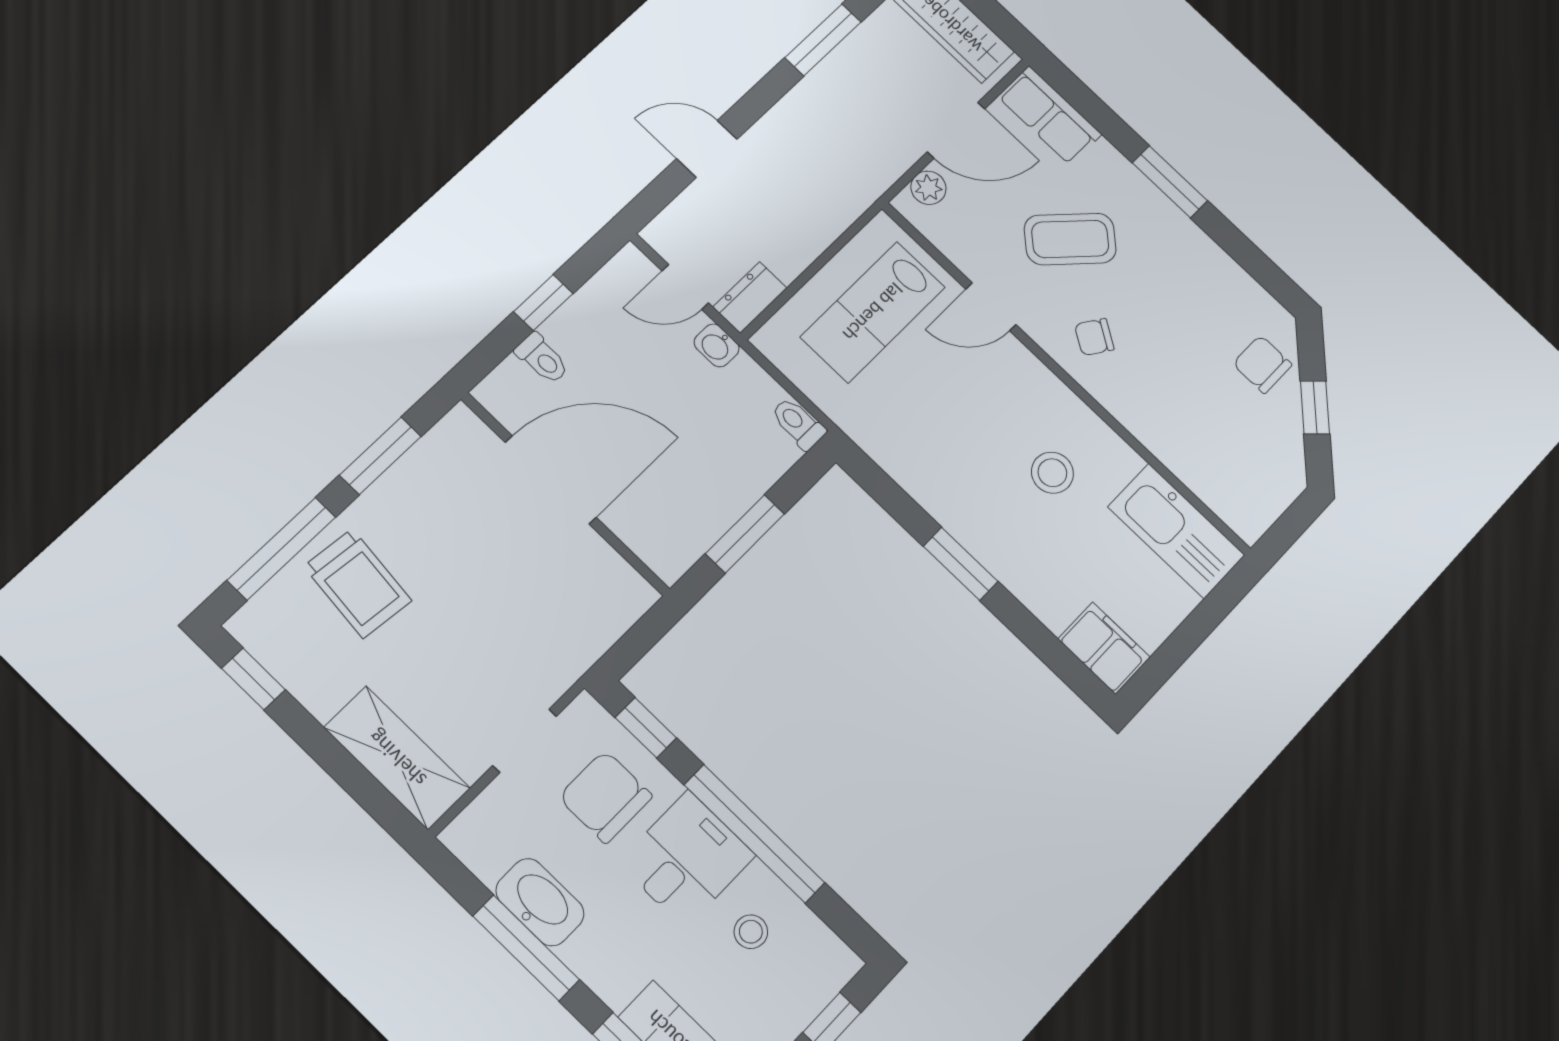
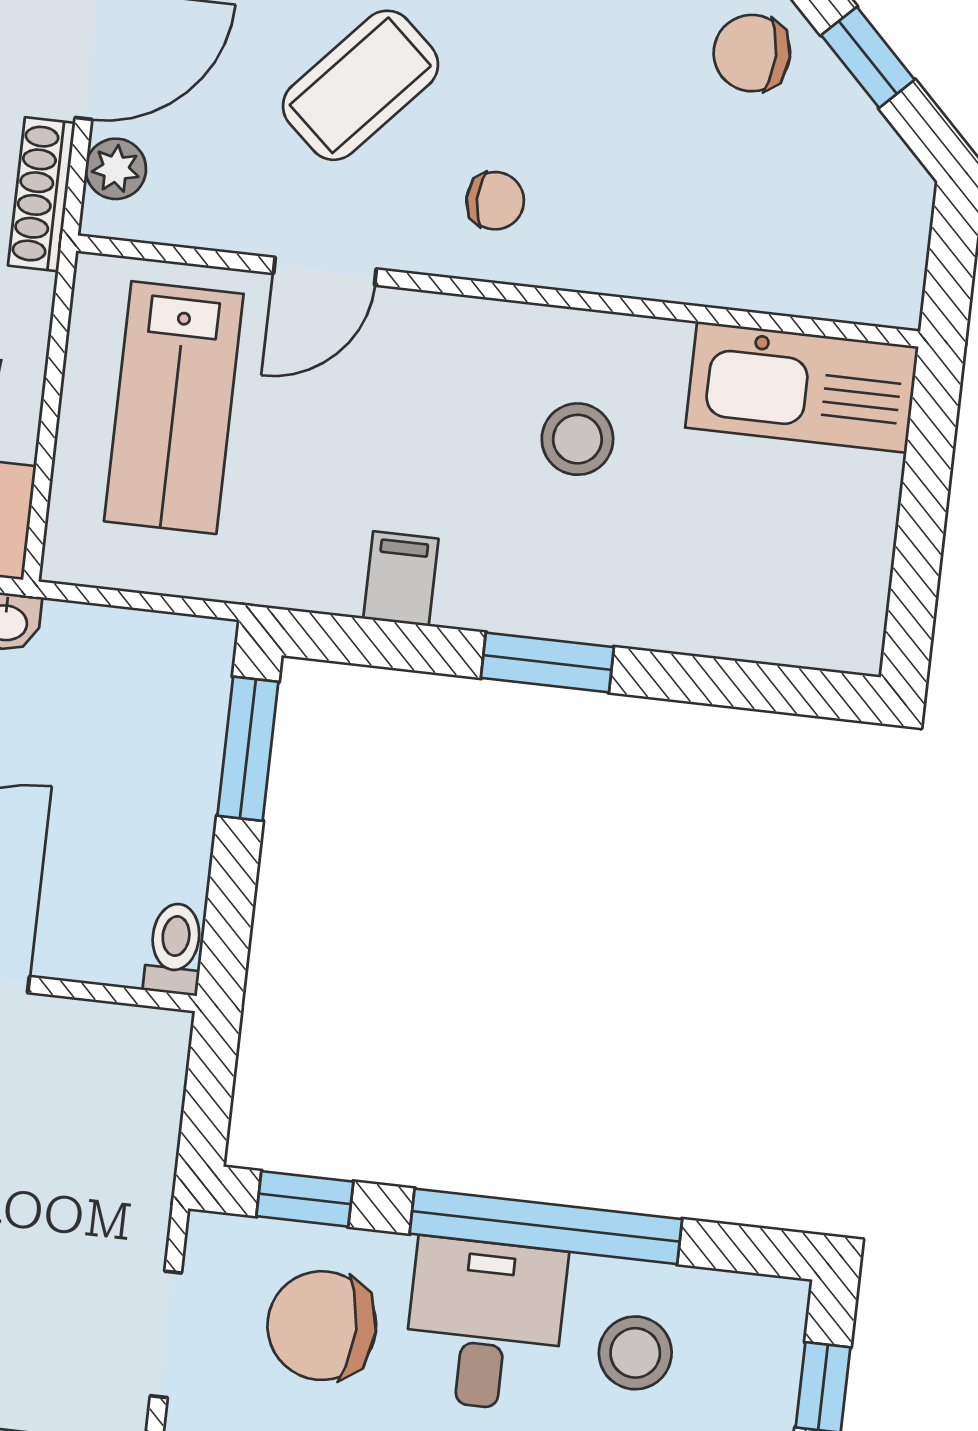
shoe rack: (885, 172) -> (42, 194), added
chair: (1094, 337) -> (495, 201), turned -123
toilet: (798, 424) -> (175, 948), moved, turned 90
window: (745, 534) -> (248, 749), moved
filing cabinet: (1104, 648) -> (401, 579), moved, width x0.50
stool: (751, 932) -> (635, 1353), width x1.37, depth x1.37

